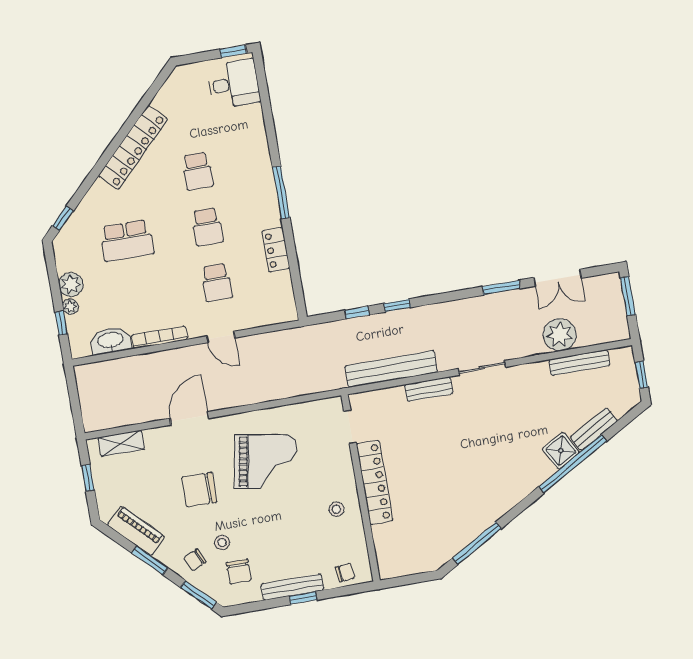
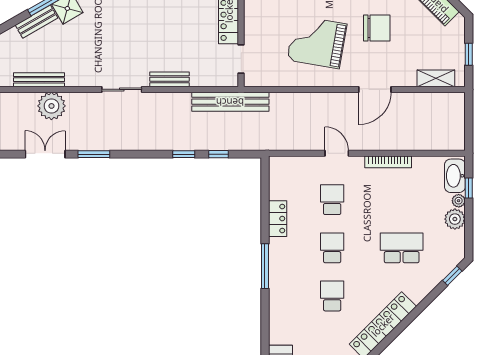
washbasin: (111, 341) -> (455, 176), moved, turned 90
bench: (391, 369) -> (230, 102), moved

